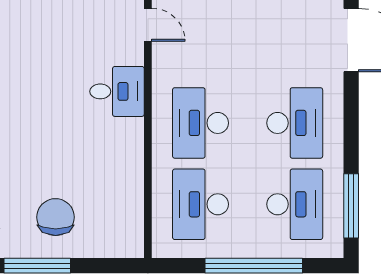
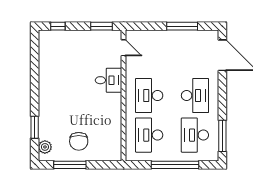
desk: (295, 204) -> (195, 135), turned 180
chair: (56, 217) -> (79, 141), turned 180

